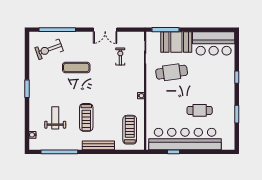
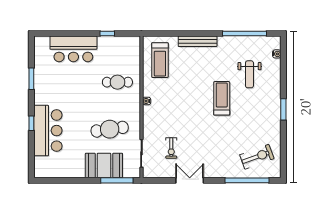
bar counter: (214, 43) -> (48, 131), moved, turned 90
exercise mat: (76, 68) -> (224, 135), removed
cafe table: (200, 110) -> (117, 82), moved
treadmill: (86, 117) -> (222, 98), moved
bar counter: (185, 139) -> (73, 49), width x0.54

